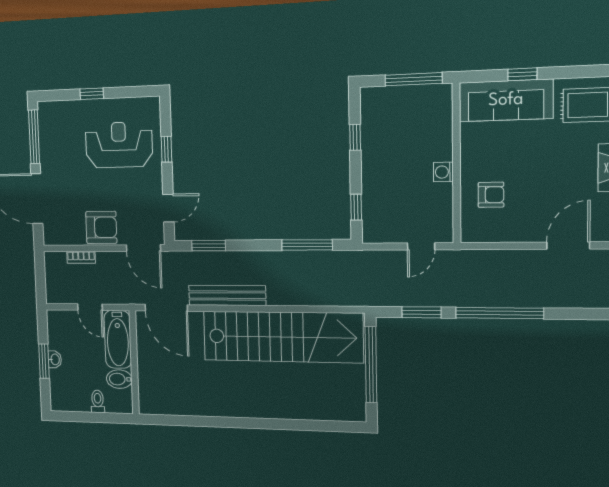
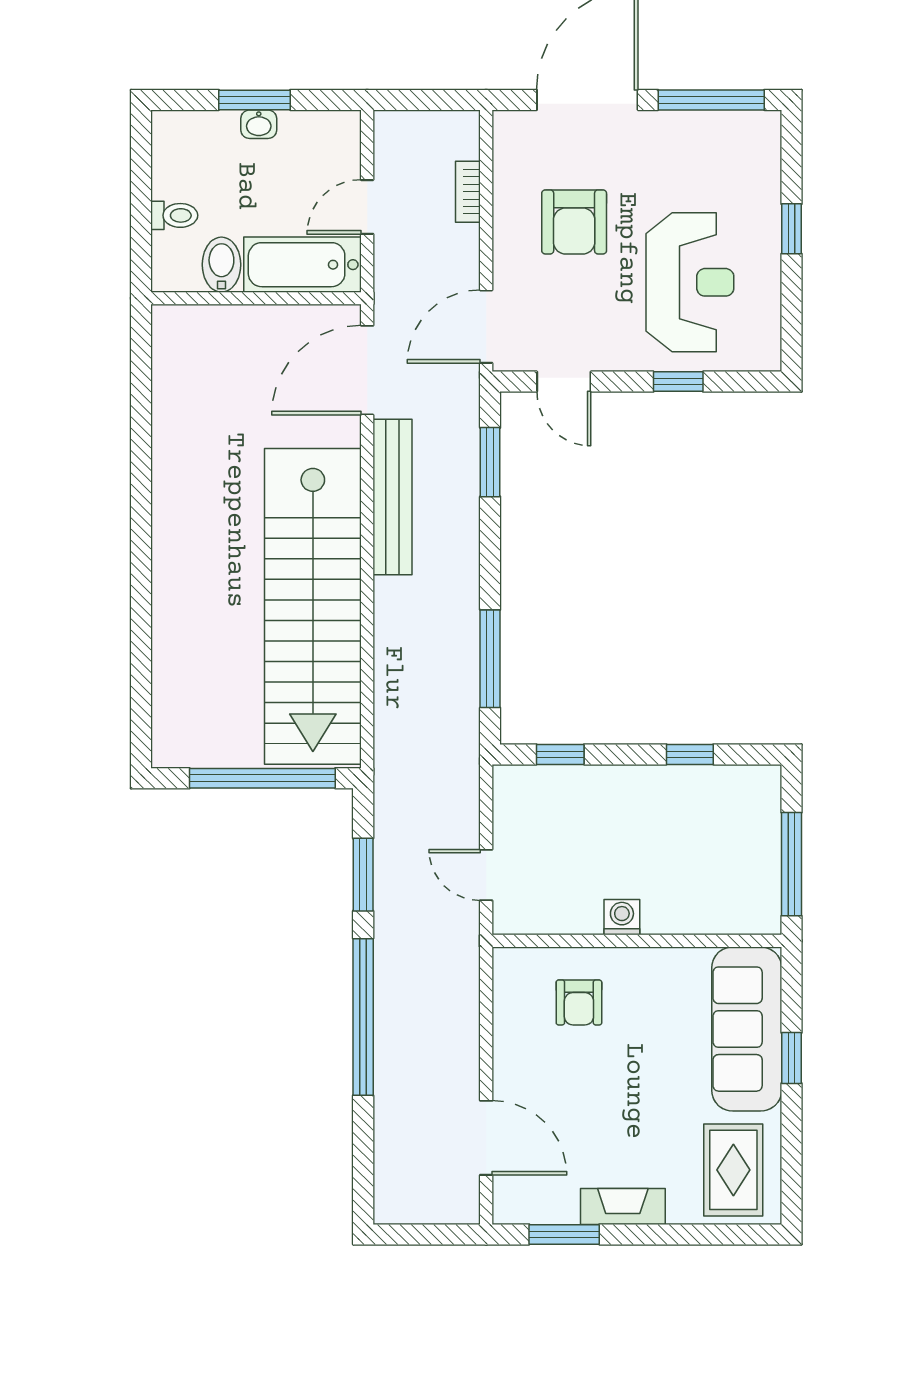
armchair: (101, 227) -> (574, 222), moved

